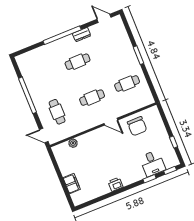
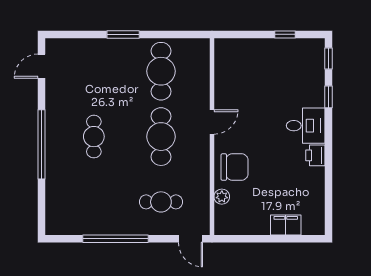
dresser: (82, 35) -> (53, 113), removed
cafe table: (127, 83) -> (161, 71), width x1.37, depth x1.35
cafe table: (92, 98) -> (161, 137), width x1.37, depth x1.35
chair: (137, 126) -> (235, 167), moved
door: (44, 136) -> (191, 239), hinge flipped
desk: (153, 163) -> (306, 126), moved

